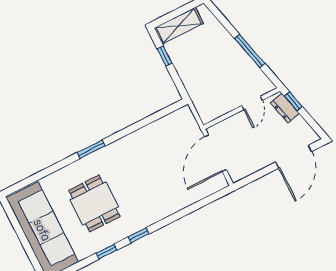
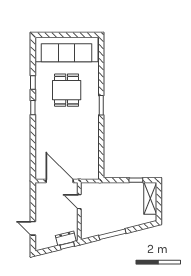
door: (252, 103) -> (79, 202), moved
door: (294, 157) -> (33, 228), width x0.53
dining table: (94, 203) -> (67, 90), turned 90

